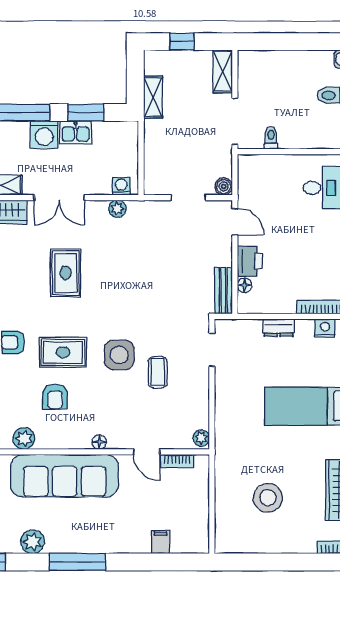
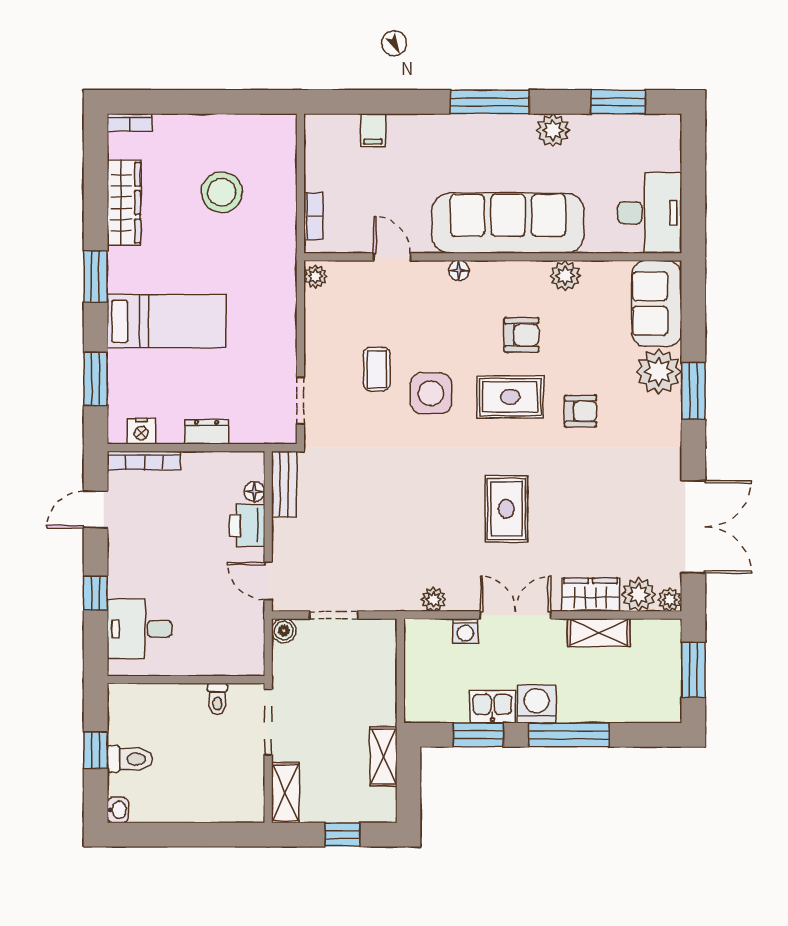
washing machine: (121, 186) -> (465, 631), moved
armchair: (55, 396) -> (521, 335), turned 90
bookcase: (177, 461) -> (313, 216), moved, turned 90

